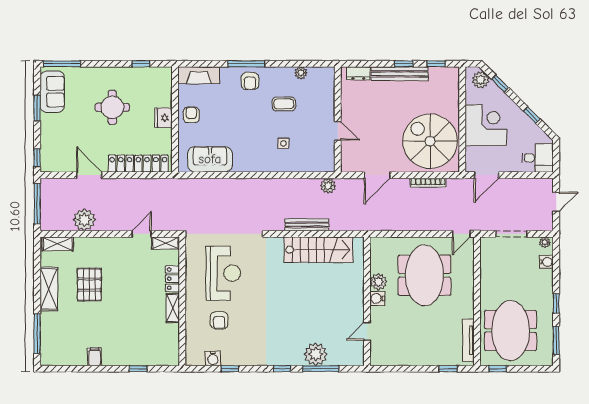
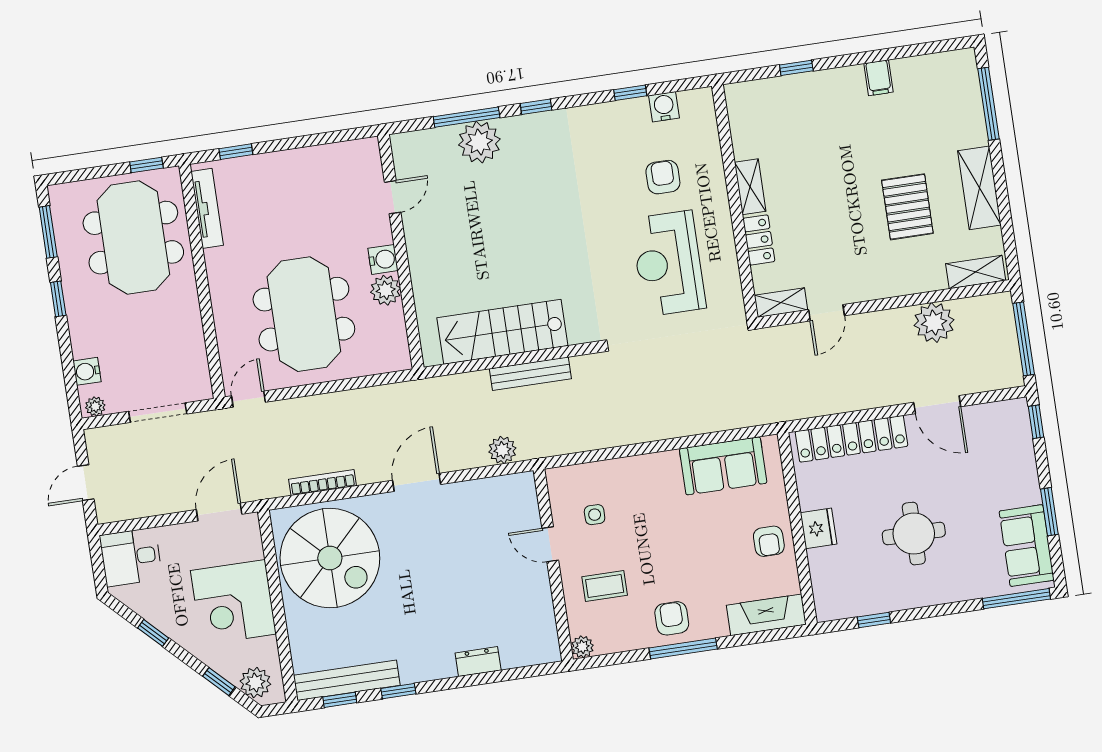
bench: (400, 74) -> (347, 680), moved
wall: (338, 119) -> (553, 565), moved
door: (338, 131) -> (550, 544), moved

